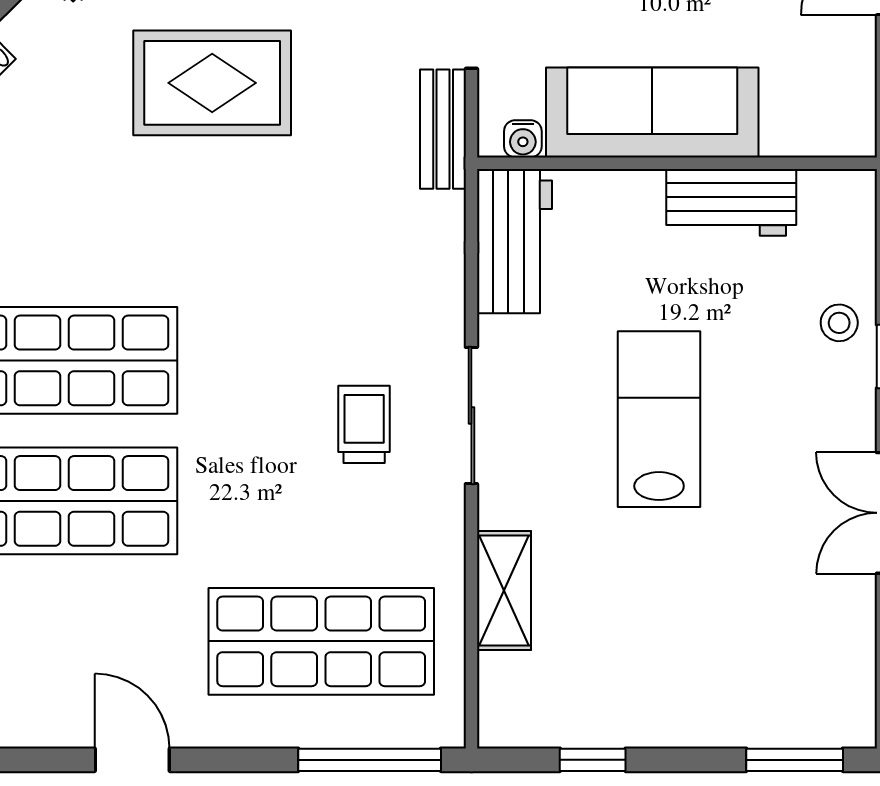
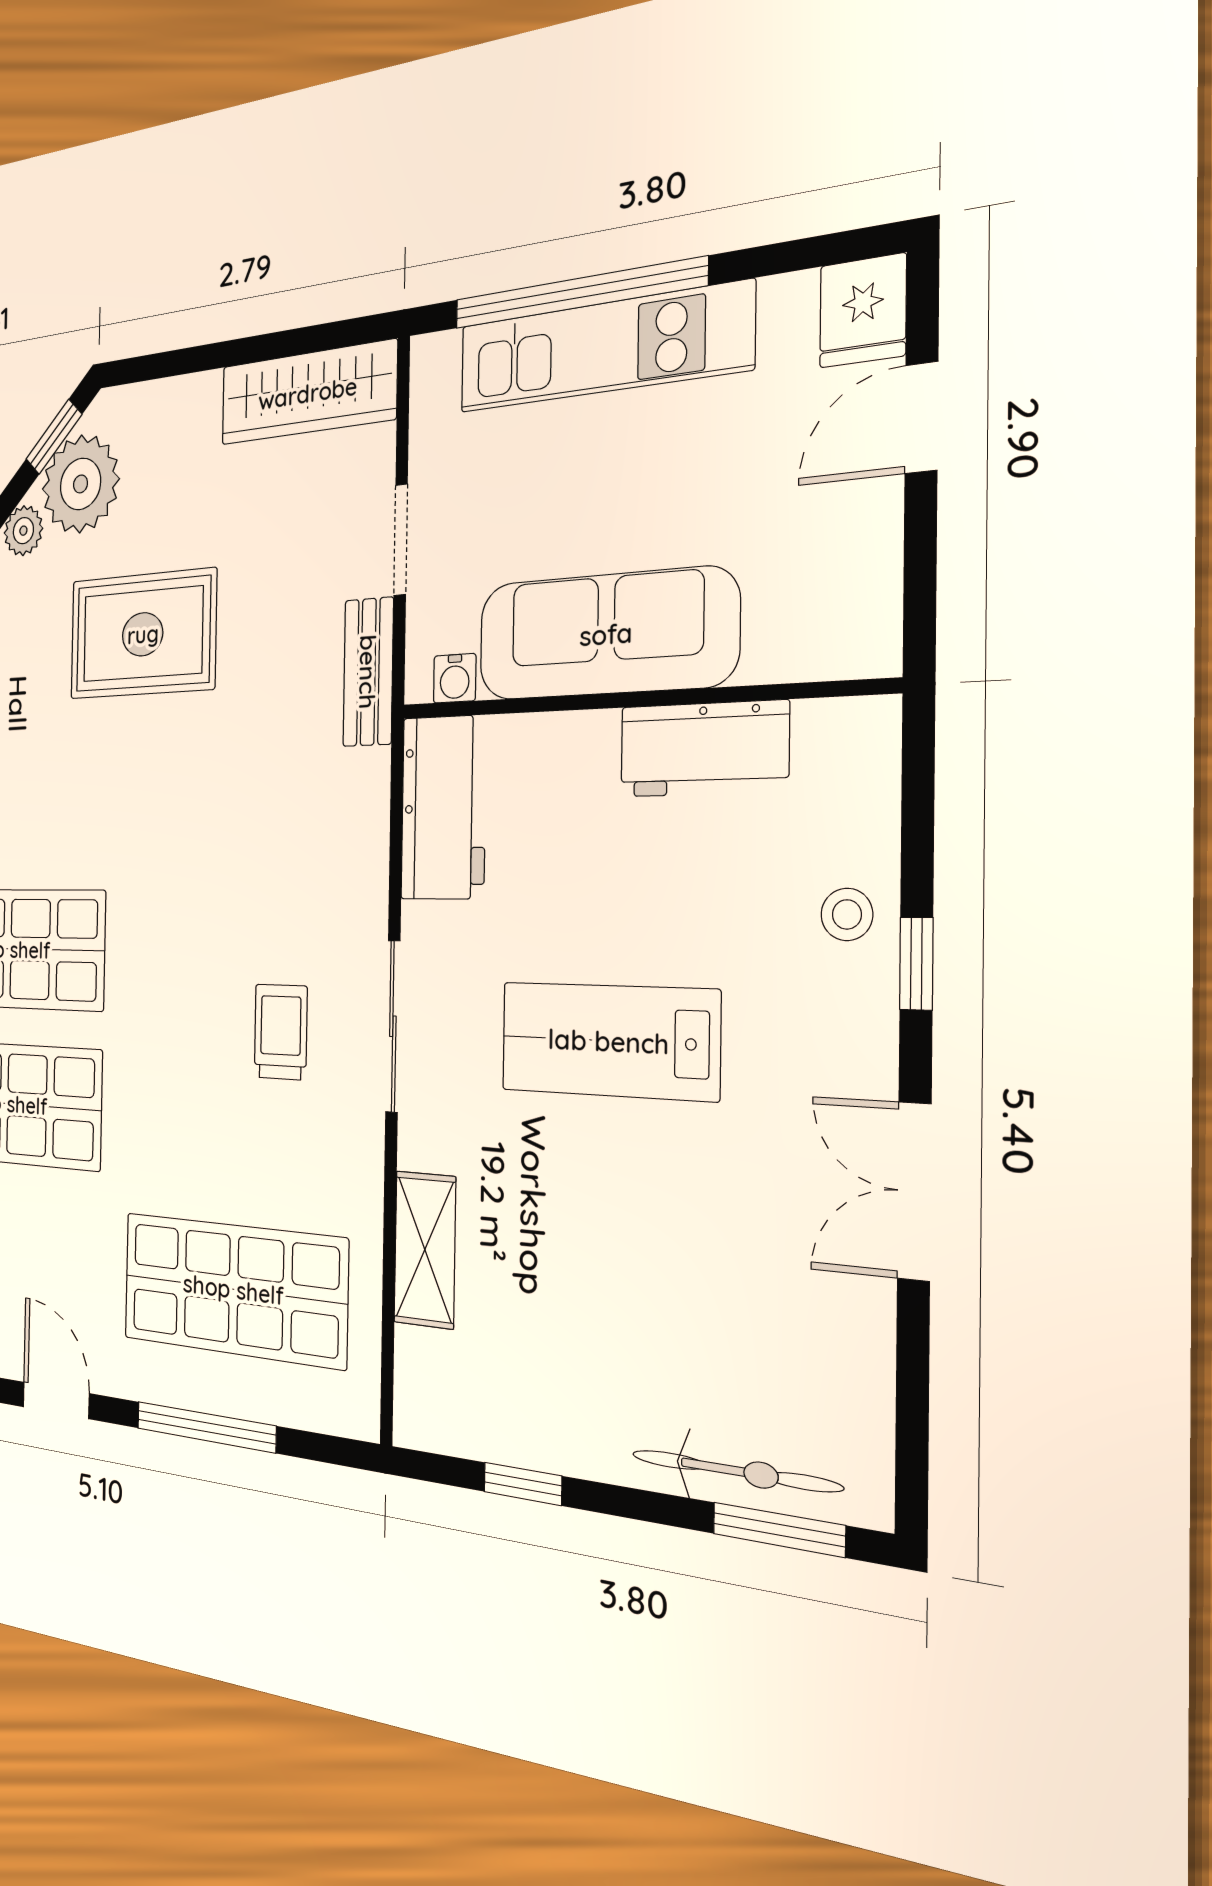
lab bench: (659, 419) -> (609, 1041), turned -90
bicycle: (762, 723) -> (736, 1471), added
window: (370, 760) -> (206, 1427), moved

